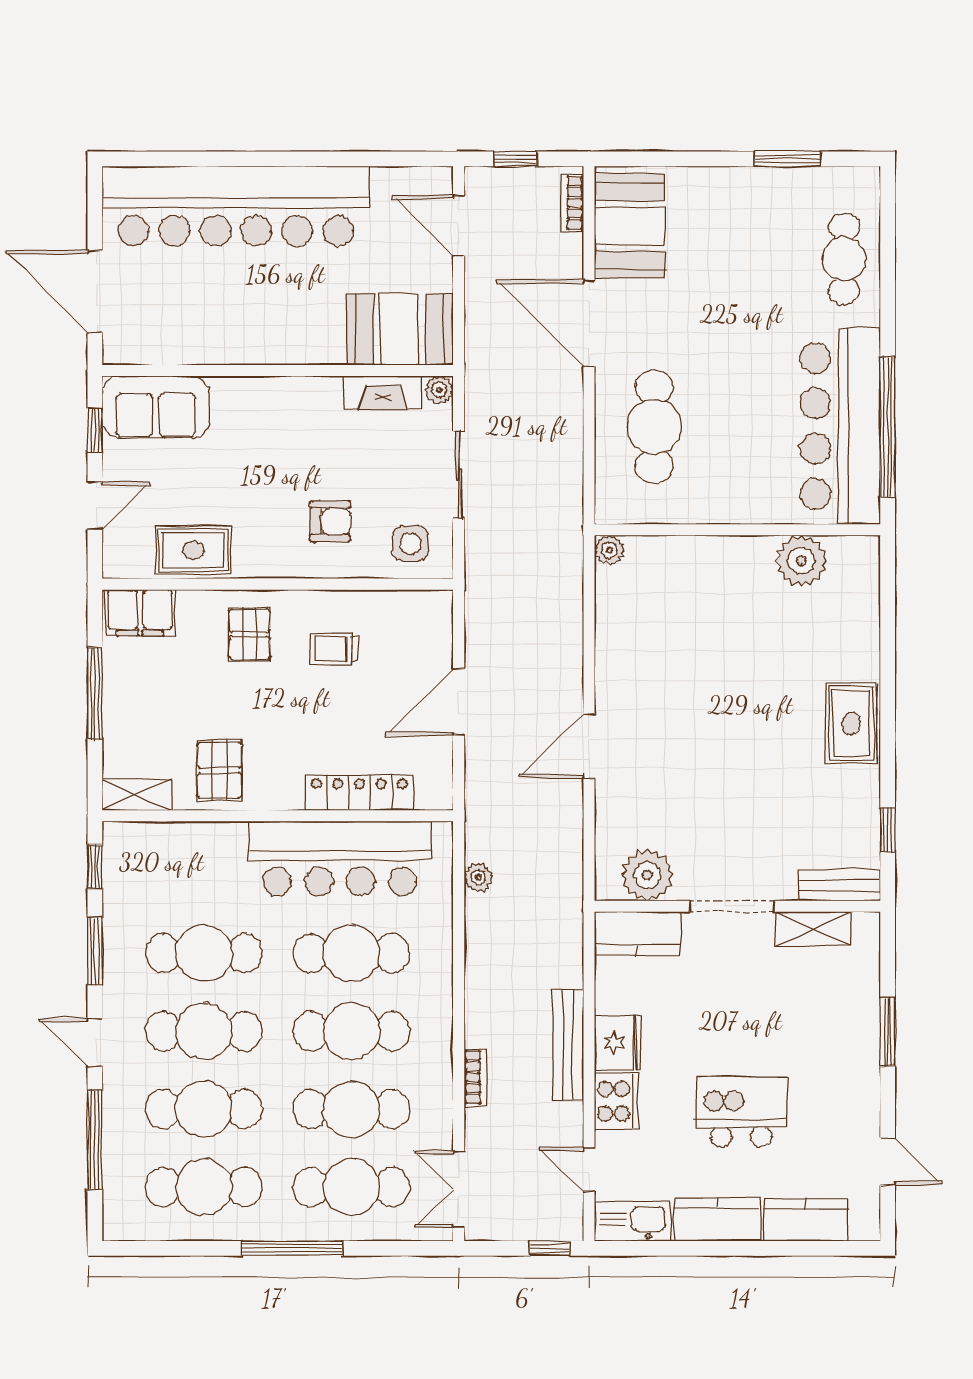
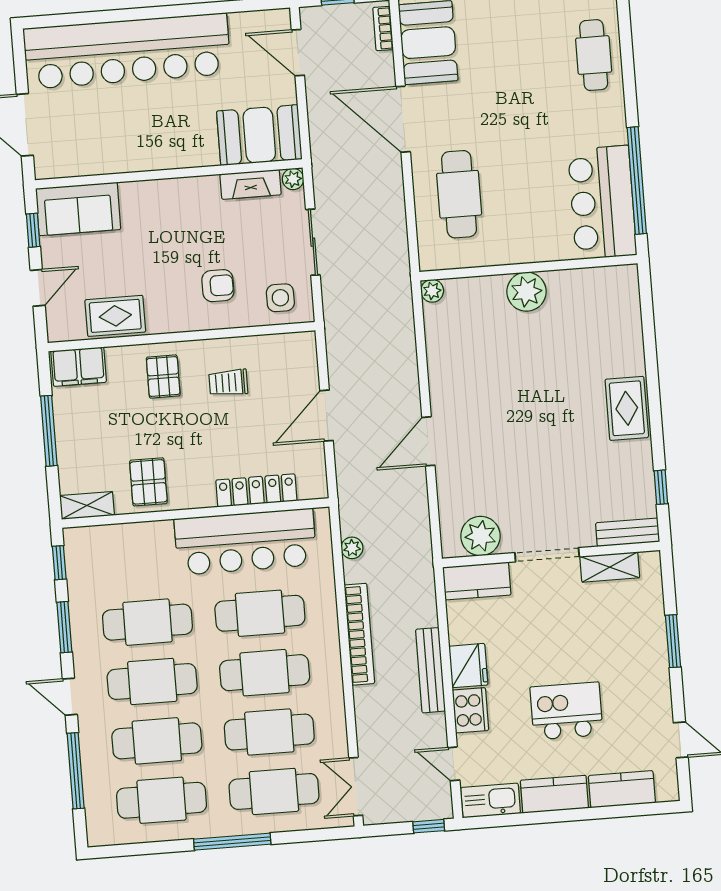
bar counter: (840, 426) -> (602, 202), width x0.73
plant: (801, 561) -> (526, 292), moved
bookcase: (475, 1077) -> (359, 634), moved, width x2.31, depth x1.31

